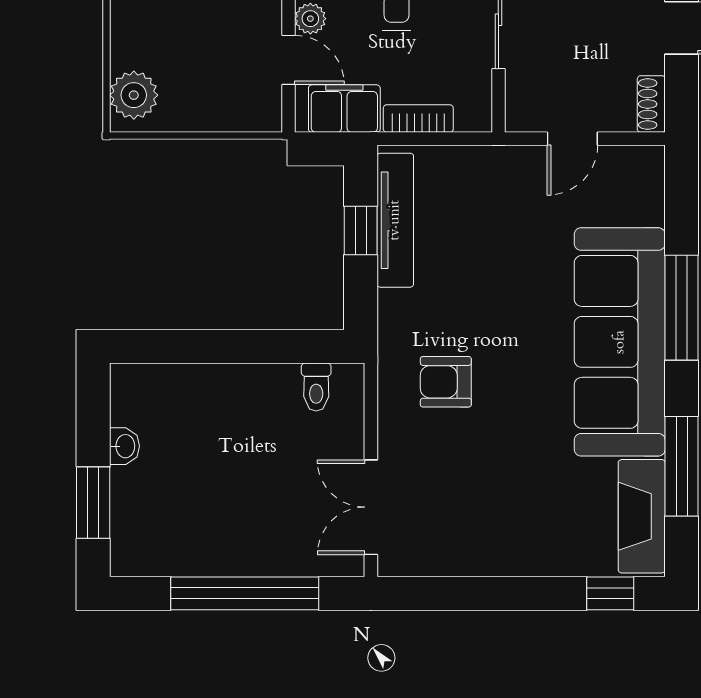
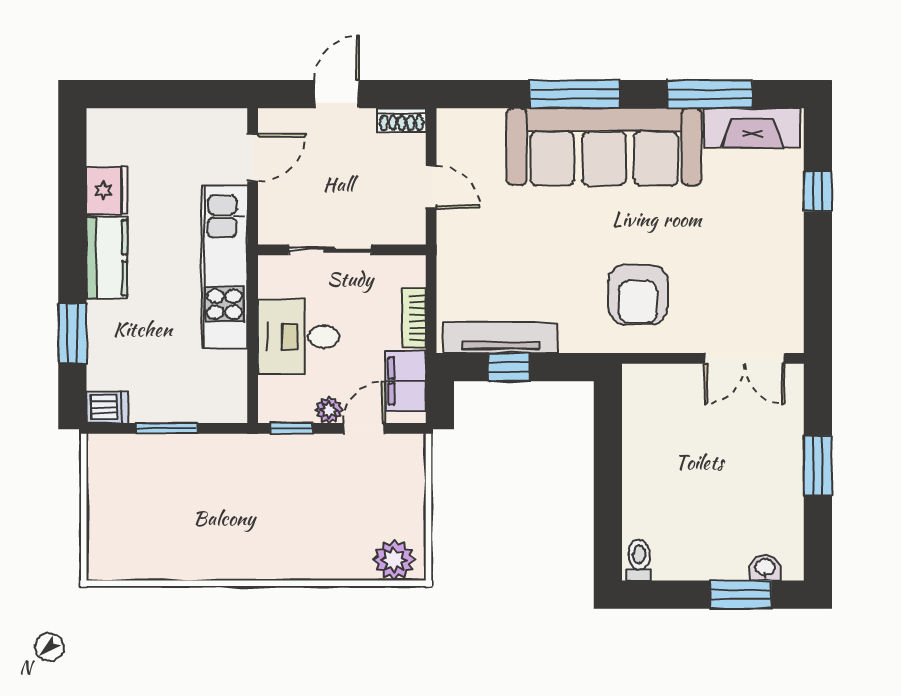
armchair: (446, 382) -> (638, 295), width x1.38, depth x1.38
toilet: (316, 387) -> (639, 560), moved, turned -90
washbasin: (124, 446) -> (765, 568), moved
window: (245, 593) -> (818, 466), width x0.47
window: (610, 593) -> (818, 191), moved

